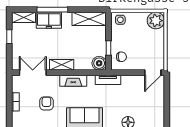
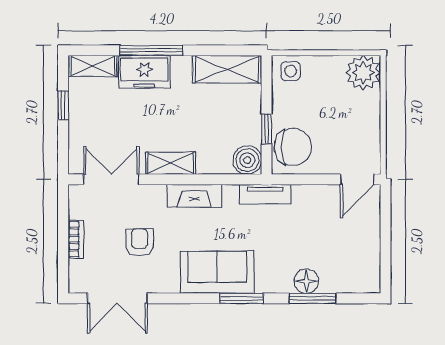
chair: (121, 57) -> (293, 147), width x1.87, depth x1.87

